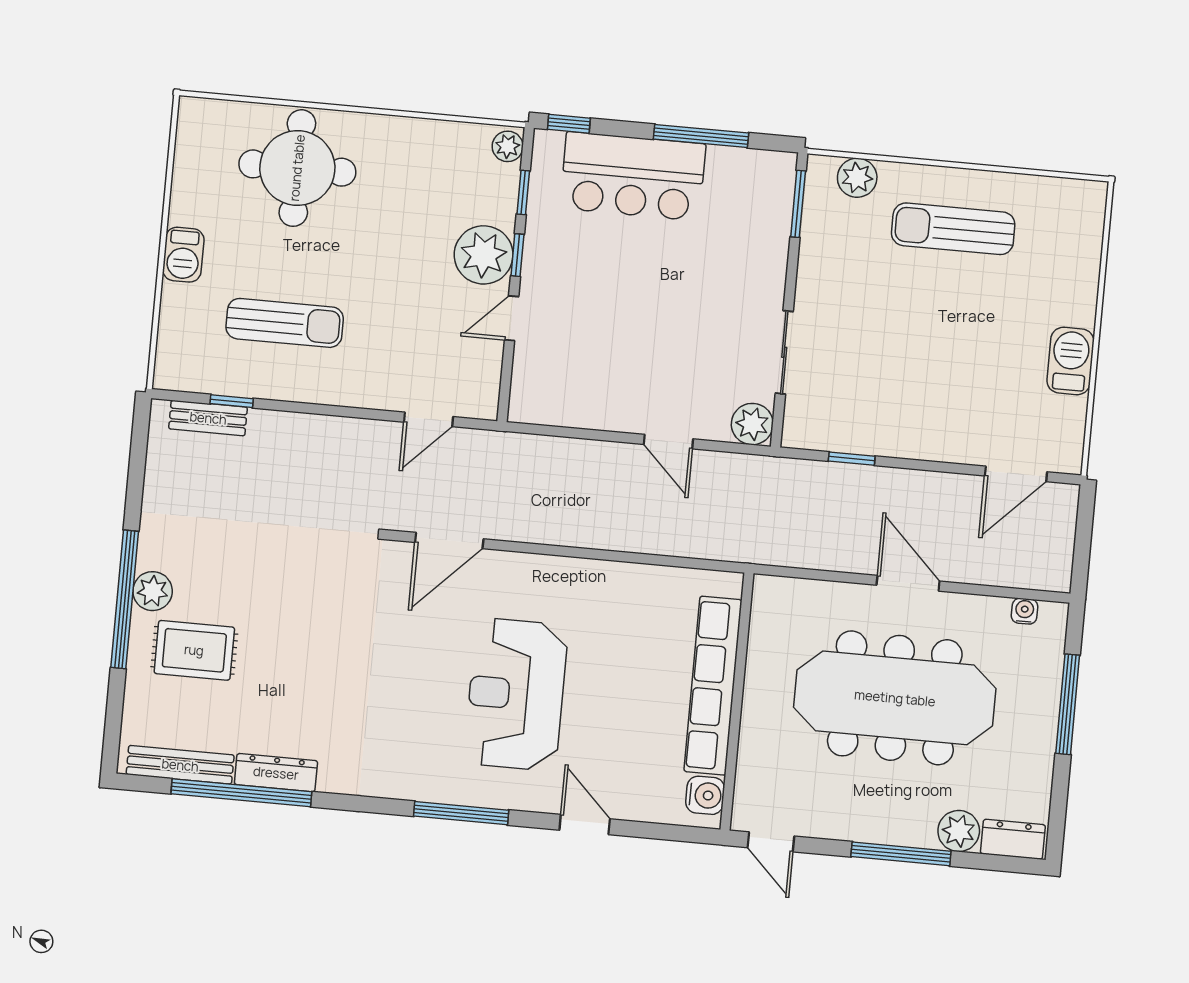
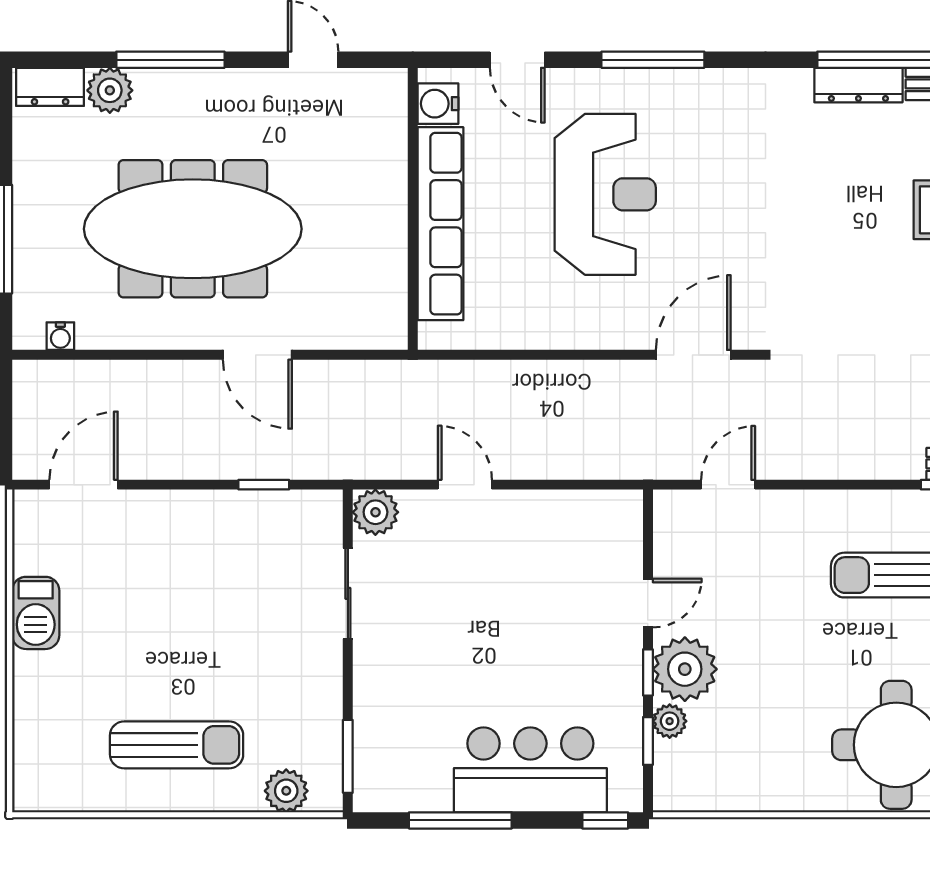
plant: (508, 146) -> (670, 721), moved
door: (908, 583) -> (257, 355), moved
row of seats: (713, 686) -> (440, 224), moved
wall: (737, 701) -> (413, 209), moved
water cooler: (705, 795) -> (438, 104), moved

